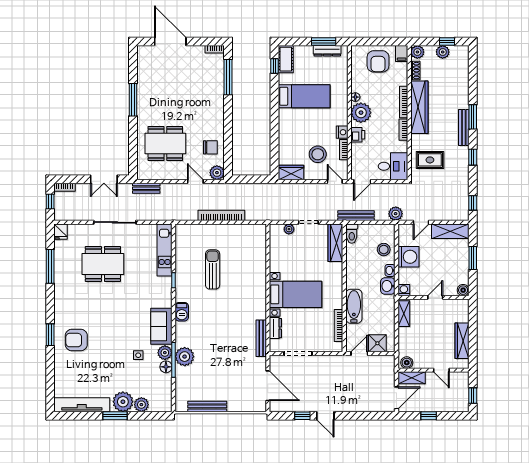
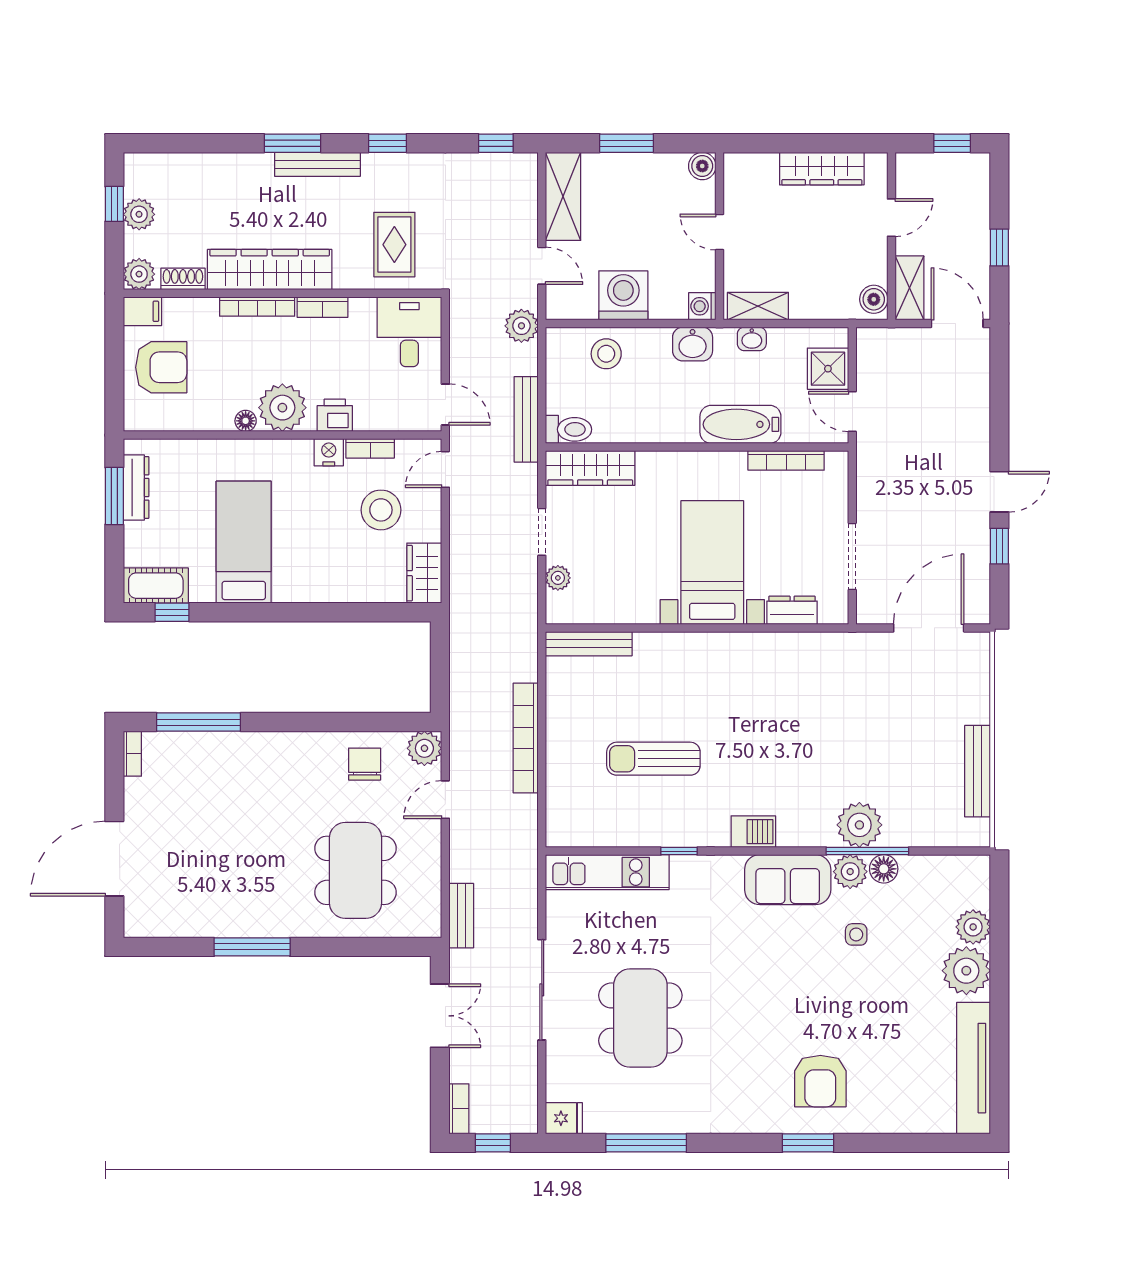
washbasin: (390, 270) -> (752, 339), moved
bench: (261, 338) -> (589, 644), moved
window: (115, 416) -> (999, 990), removed

